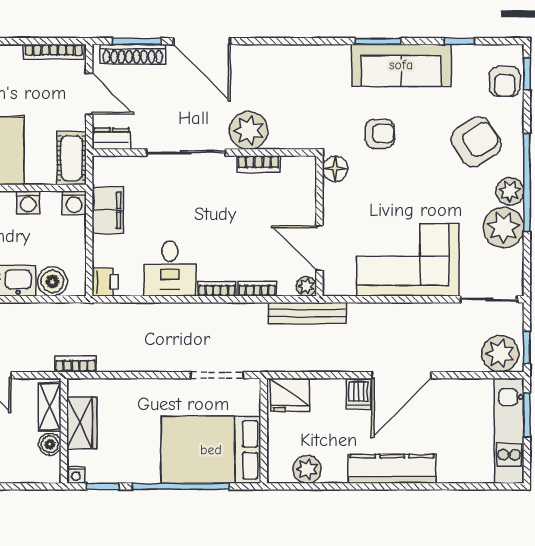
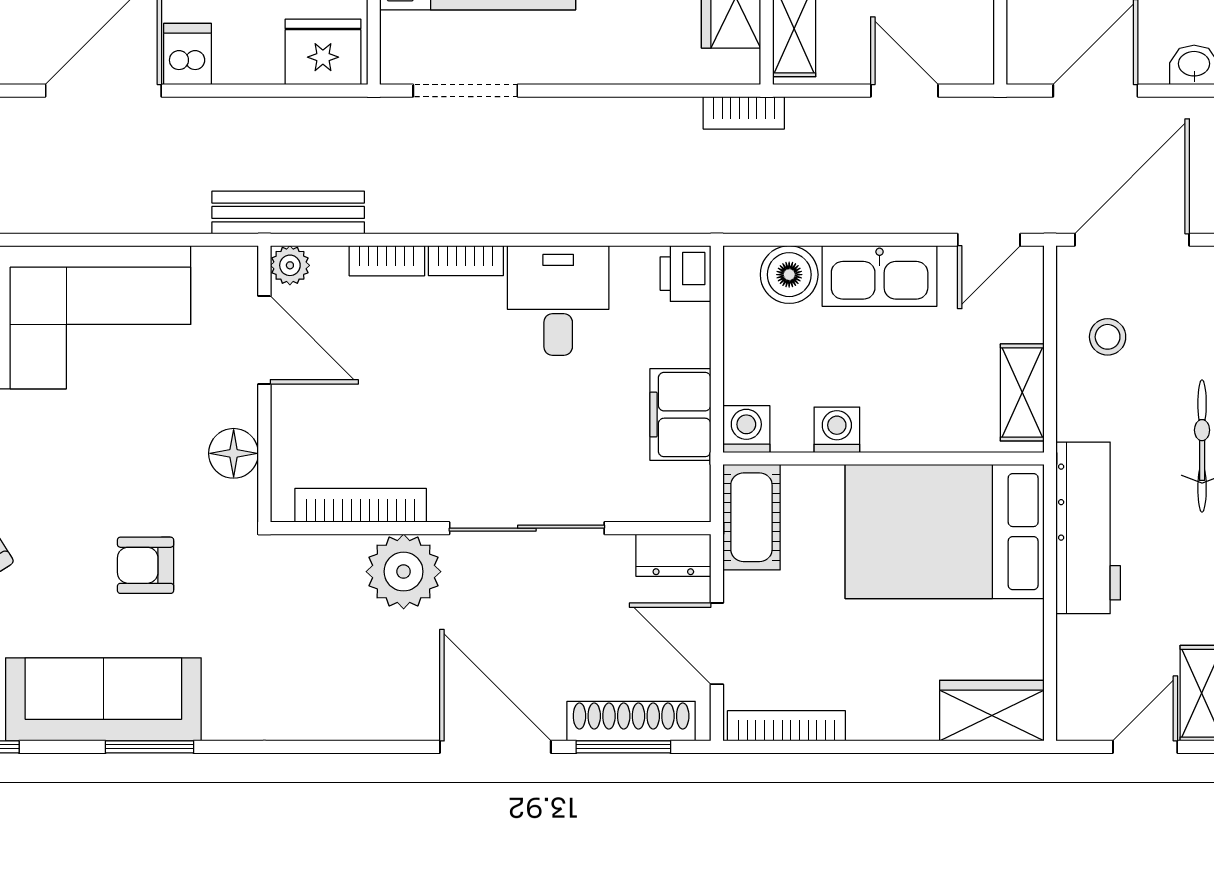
bookcase: (258, 164) -> (361, 505), width x1.56
floor lamp: (335, 169) -> (234, 453), moved

